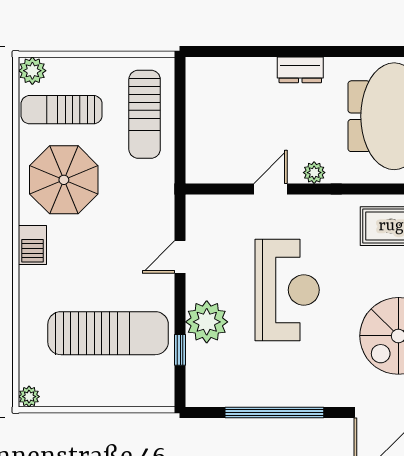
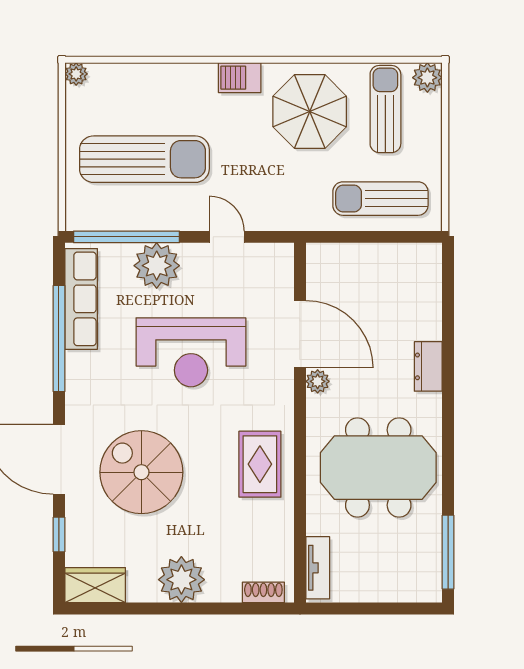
door: (270, 189) -> (300, 334), width x1.88
sun lounger: (108, 333) -> (144, 159), turned -90
window: (180, 350) -> (127, 237), width x3.17
row of seats: (238, 392) -> (81, 299), added

